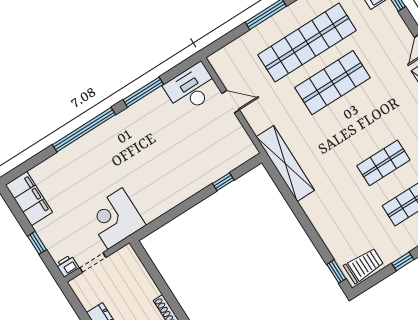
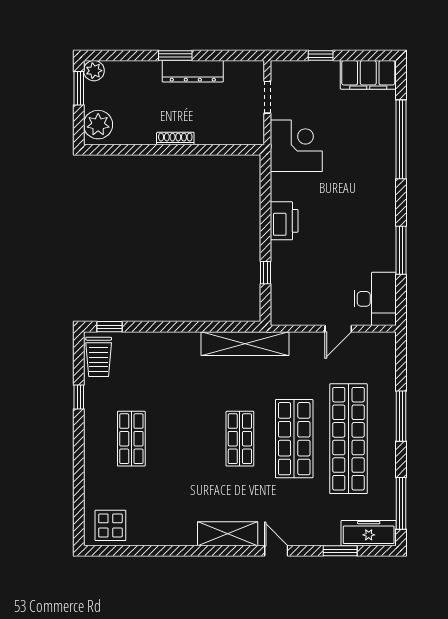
window: (84, 130) -> (401, 139), moved
shop shelf: (383, 163) -> (240, 439), moved
printer: (67, 266) -> (284, 221), moved, width x1.87, depth x1.48

